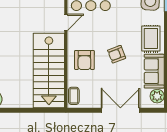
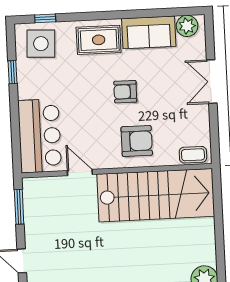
armchair: (117, 54) -> (125, 92), turned 111
double door: (120, 110) -> (212, 82), width x0.73

